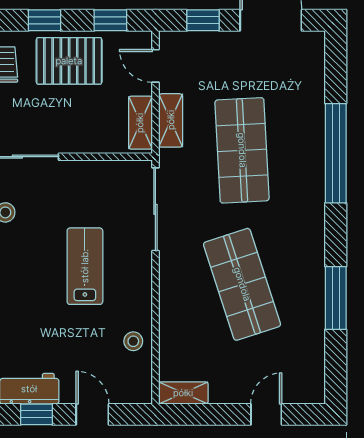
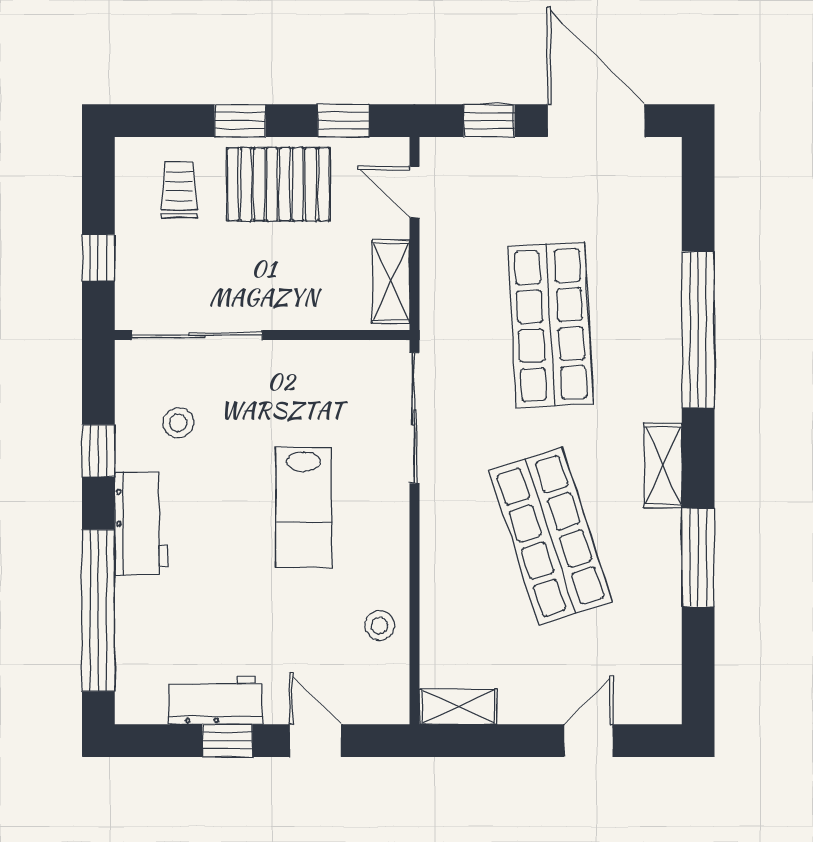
shelving: (171, 120) -> (663, 465), moved
lab bench: (85, 266) -> (303, 507), turned 180

